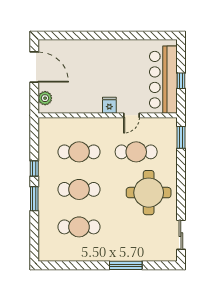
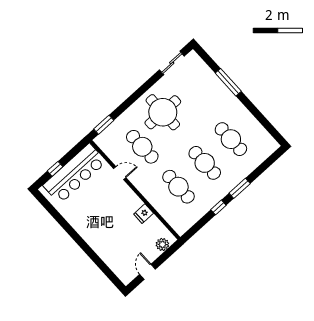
door: (34, 67) -> (148, 272), width x0.53
window: (181, 81) -> (55, 169), moved
fridge: (109, 105) -> (144, 214), moved

